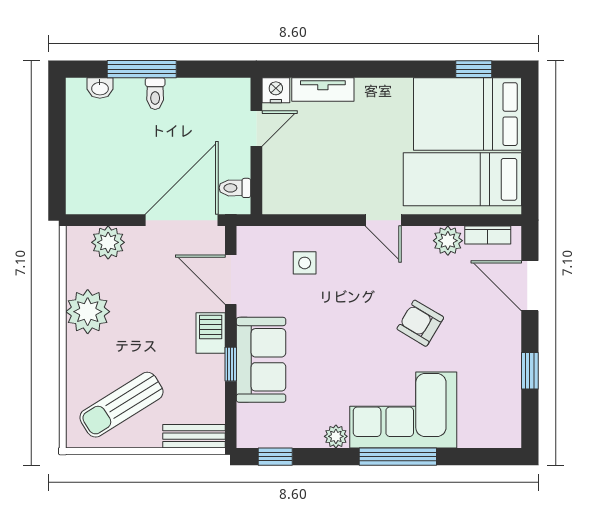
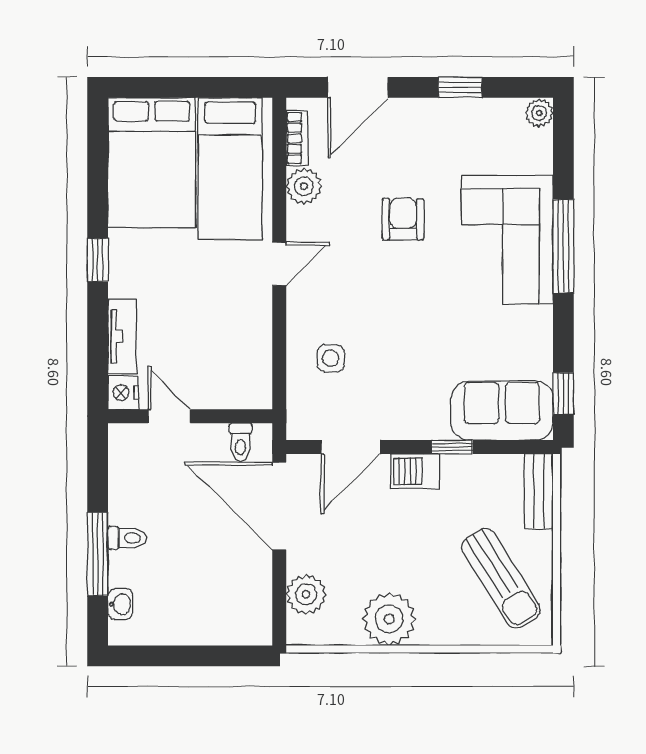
window: (474, 69) -> (98, 260), moved
armchair: (420, 323) -> (403, 219), turned 149
sofa: (261, 360) -> (502, 411), moved
plant: (336, 436) -> (539, 113), moved

